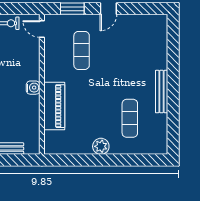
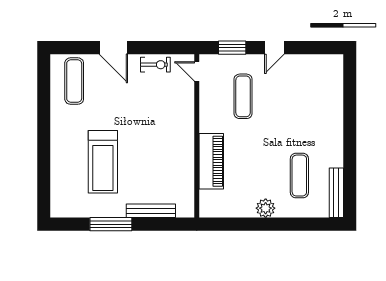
water cooler: (33, 88) -> (186, 140), removed
bench: (162, 92) -> (336, 193), moved

